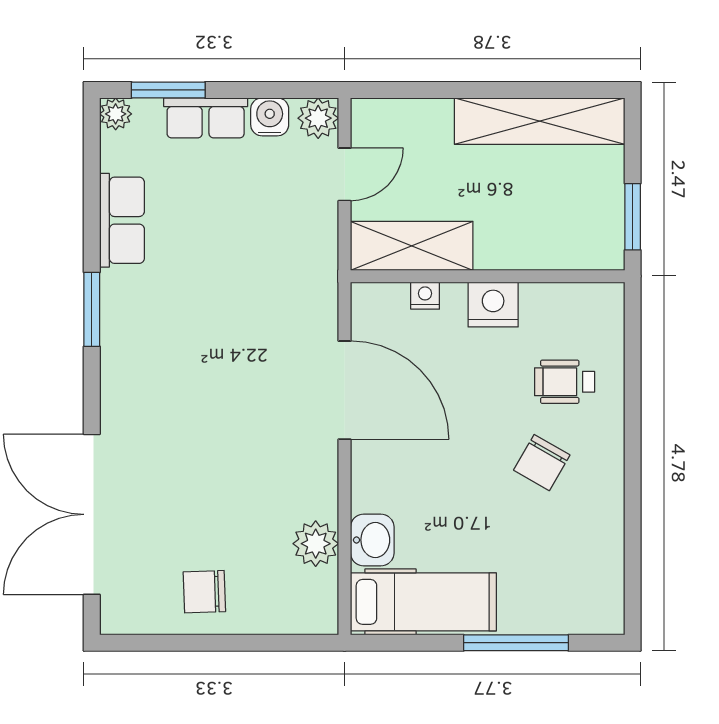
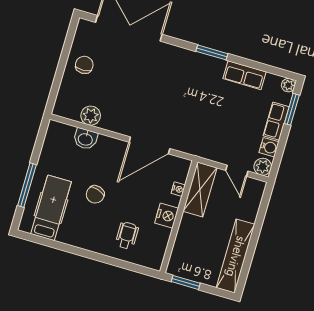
chair: (542, 463) -> (95, 194), moved, turned -102
hospital bed: (423, 602) -> (51, 208), moved, turned 180

